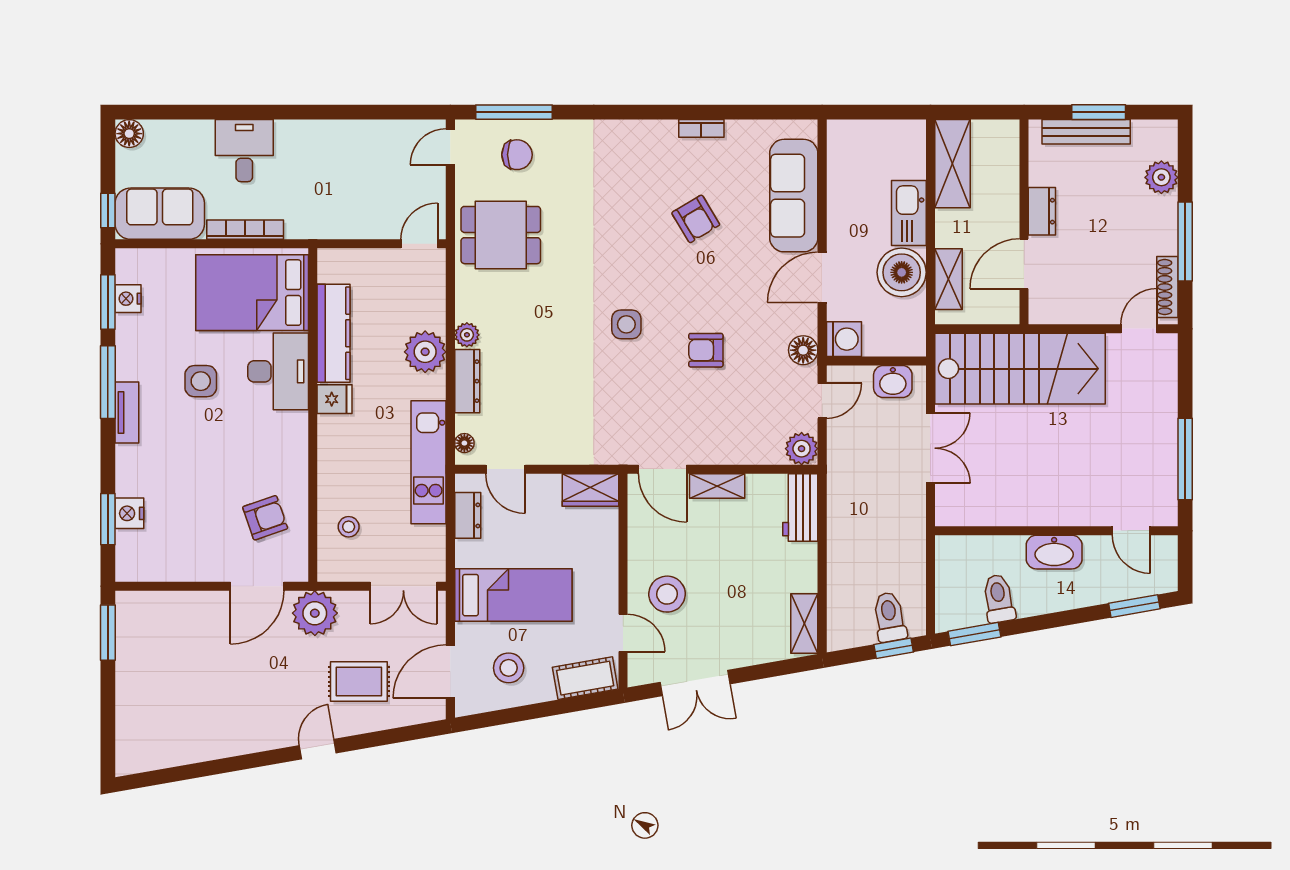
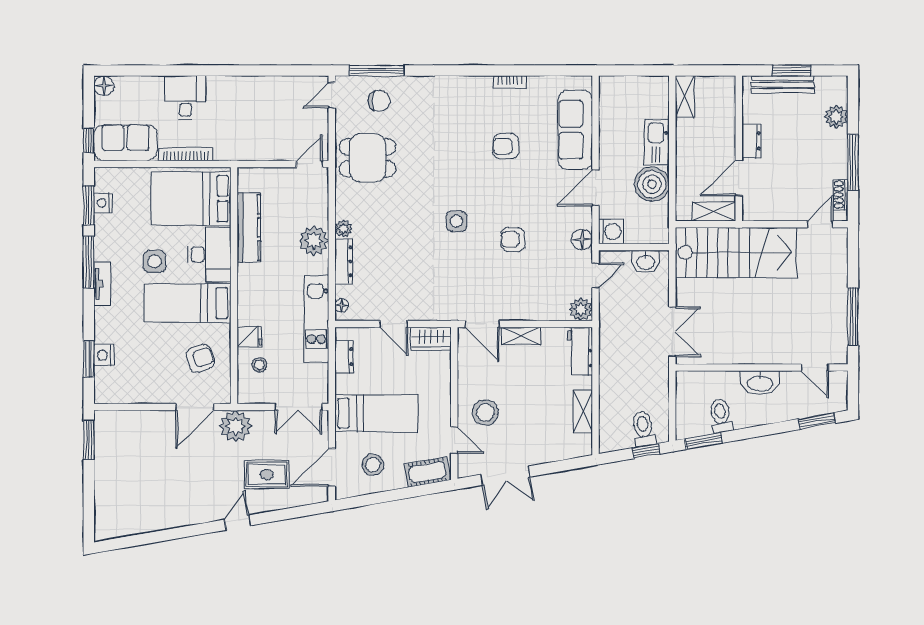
shelving: (953, 164) -> (685, 97), width x0.67, depth x0.75
armchair: (696, 219) -> (506, 146), turned 121
shelving: (949, 279) -> (714, 211), moved, turned 90
shoe rack: (1167, 287) -> (840, 195), width x0.70
fridge: (334, 399) -> (249, 337), moved
bed: (247, 440) -> (188, 303), added
double door: (930, 448) -> (672, 332), moved
door: (505, 469) -> (394, 324), moved
shelving: (804, 624) -> (583, 411), moved

